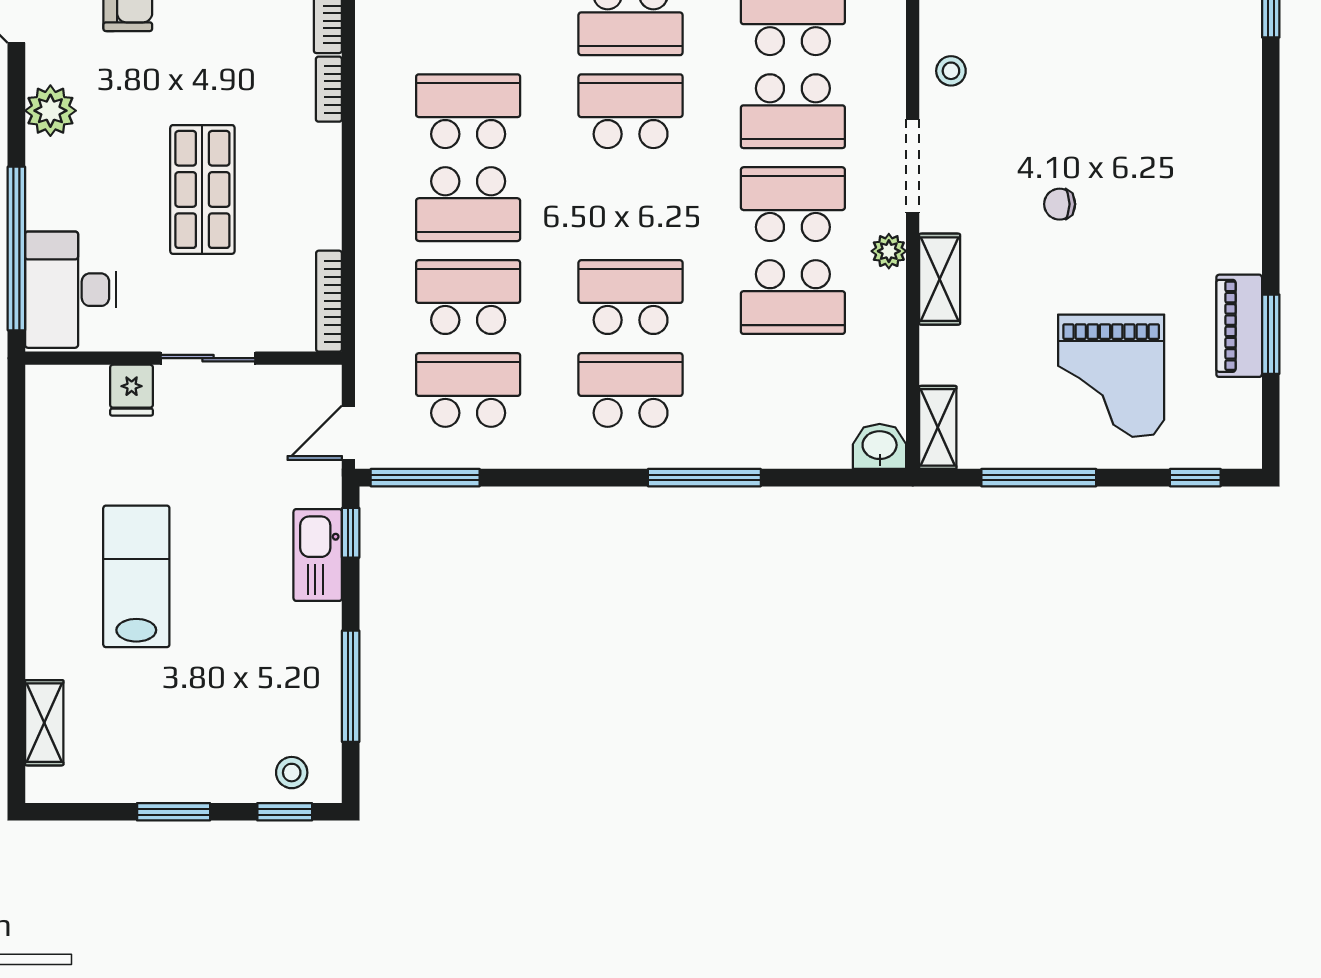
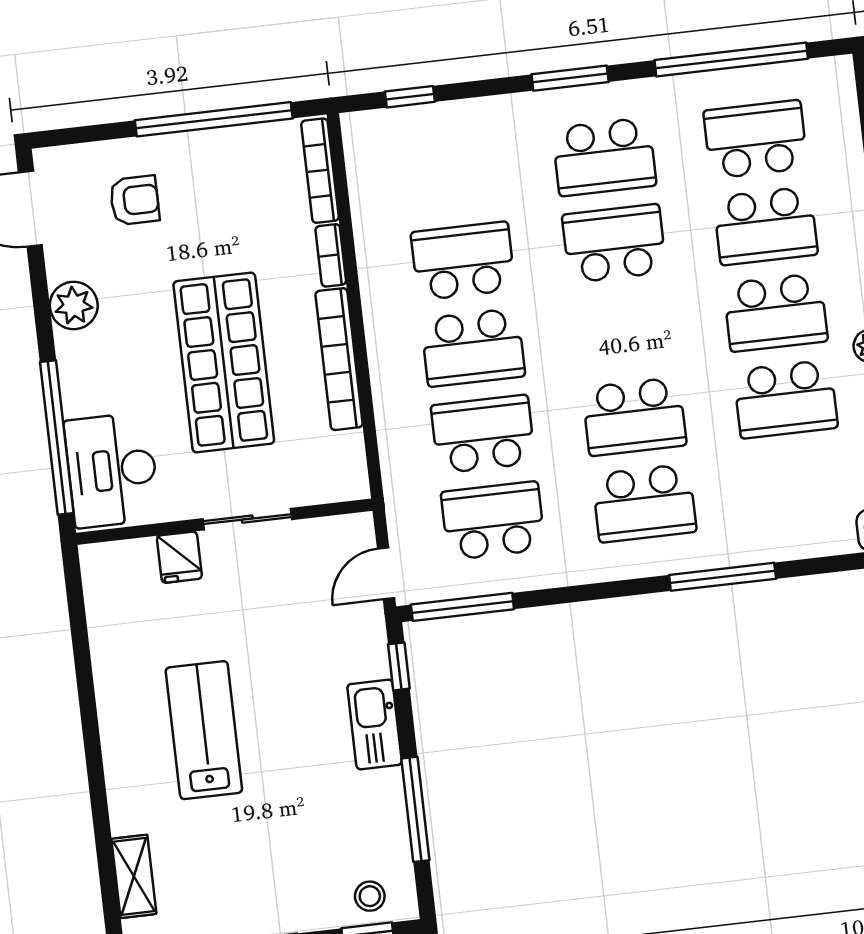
shop shelf: (202, 189) -> (224, 362), width x1.43, depth x1.36
school desk: (793, 204) -> (776, 313), turned 180
school desk: (631, 297) -> (634, 417), turned 180
bookcase: (329, 301) -> (339, 359), moved, width x1.48, depth x1.31
school desk: (631, 390) -> (644, 503), turned 180
kitchen sink: (318, 555) -> (375, 725), moved

